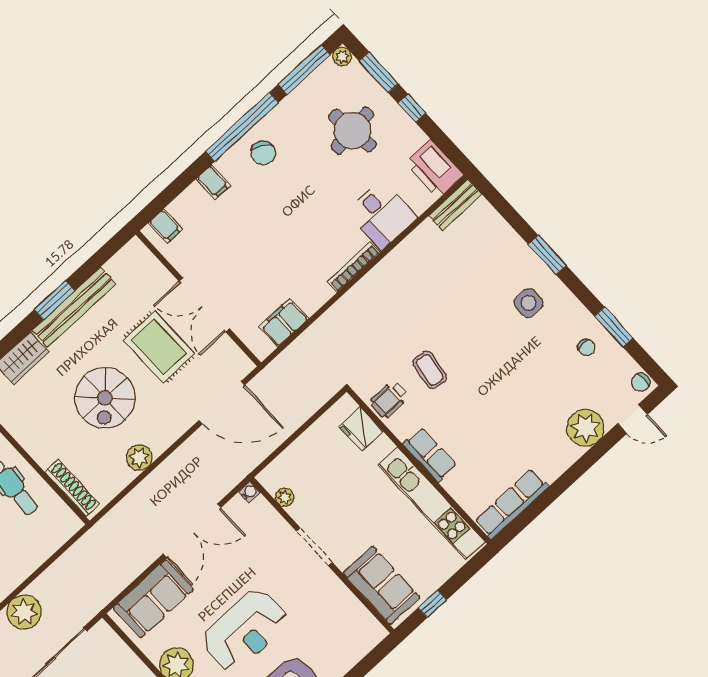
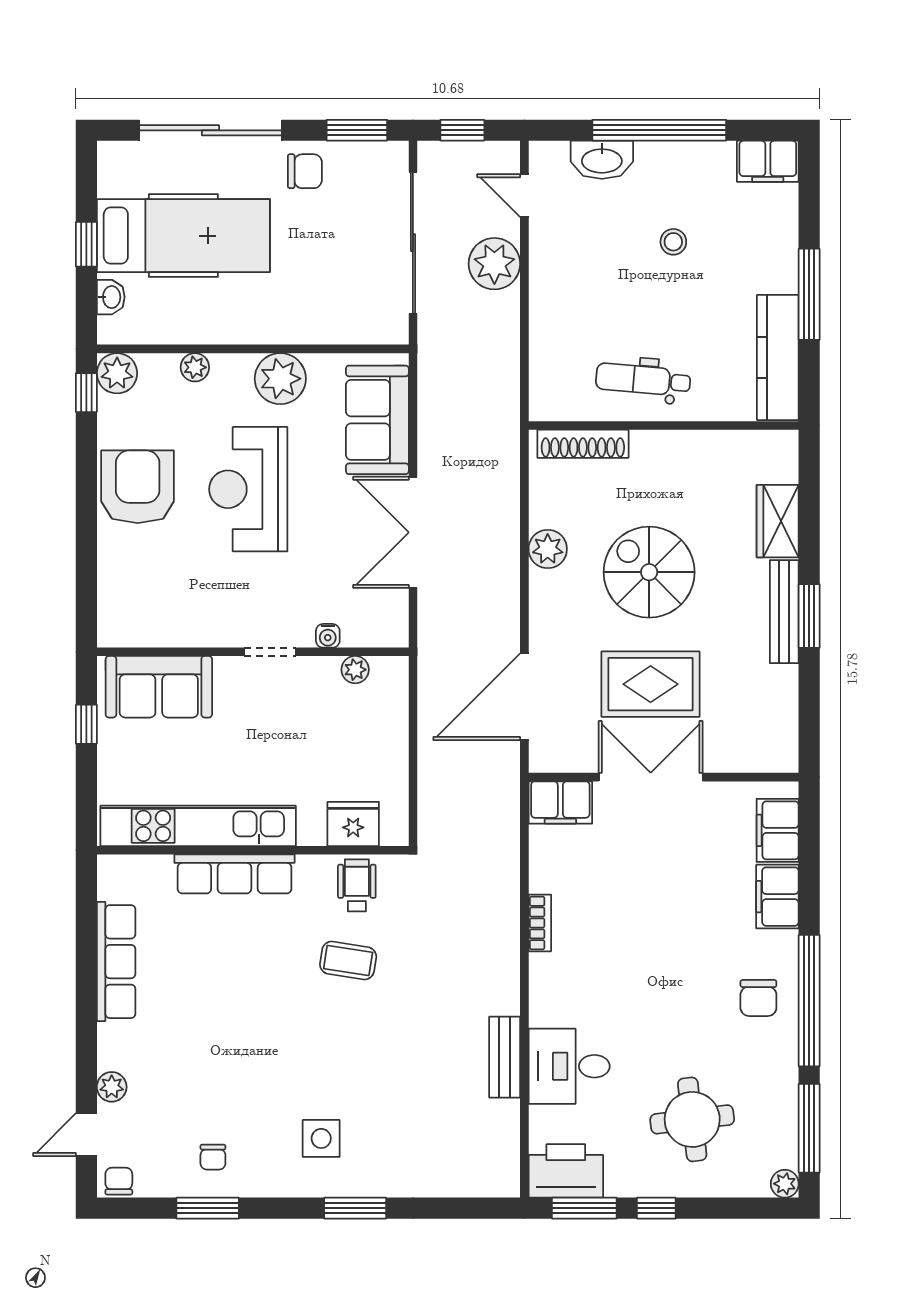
window: (379, 72) -> (584, 1208), moved
chair: (263, 153) -> (758, 998), turned -121
filing cabinet: (213, 182) -> (777, 897), width x2.00
bench: (455, 205) -> (505, 1057), moved
filing cabinet: (165, 226) -> (778, 830), width x2.00
bookcase: (354, 267) -> (540, 923), moved, width x0.64
bench: (74, 307) -> (784, 612), width x0.73, depth x0.82
filing cabinet: (284, 323) -> (560, 803), moved, turned 90
chair: (586, 347) -> (213, 1157), turned -90
plant: (586, 428) -> (112, 1087), width x0.53, depth x0.53
row of seats: (430, 455) -> (234, 874), width x1.48
water cooler: (249, 492) -> (328, 636), moved
row of seats: (511, 504) -> (116, 962), moved
doorway: (314, 547) -> (270, 652), width x0.73

